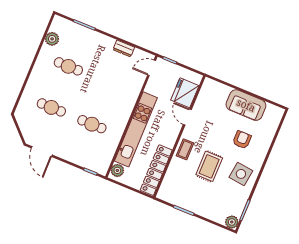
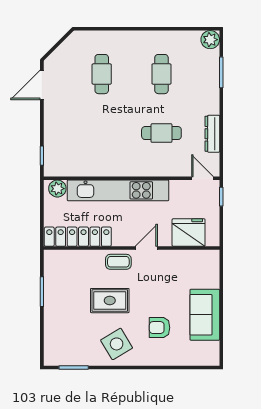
plant: (52, 39) -> (210, 40), moved
dresser: (124, 48) -> (212, 134), width x1.44
door: (187, 117) -> (146, 248), moved
cafe table: (92, 124) -> (161, 133), moved, turned 90
armchair: (242, 140) -> (160, 328), turned 180
side table: (241, 174) -> (117, 344), turned -38
plant: (232, 222) -> (52, 357), removed

